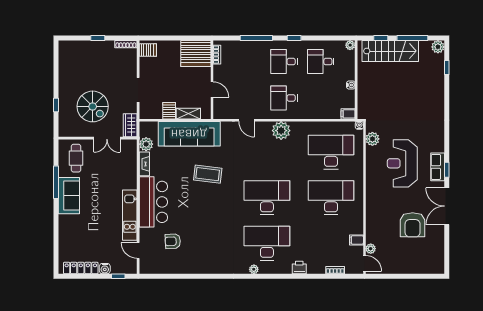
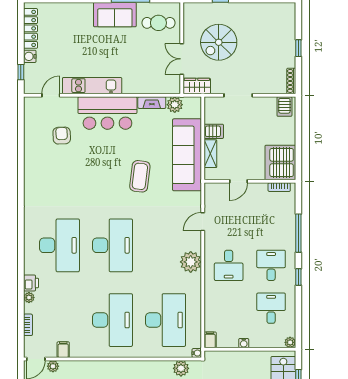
desk: (284, 98) -> (229, 265), turned 180
plant: (254, 269) -> (29, 298), moved

